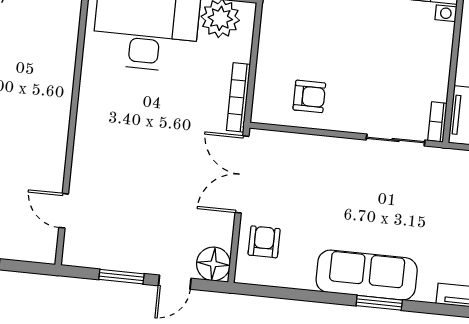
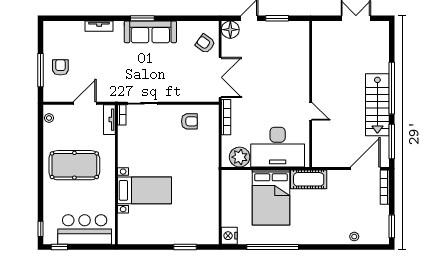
armchair: (309, 96) -> (189, 121), turned 180
door: (64, 211) -> (311, 111), moved
armchair: (264, 242) -> (205, 44), turned 126

